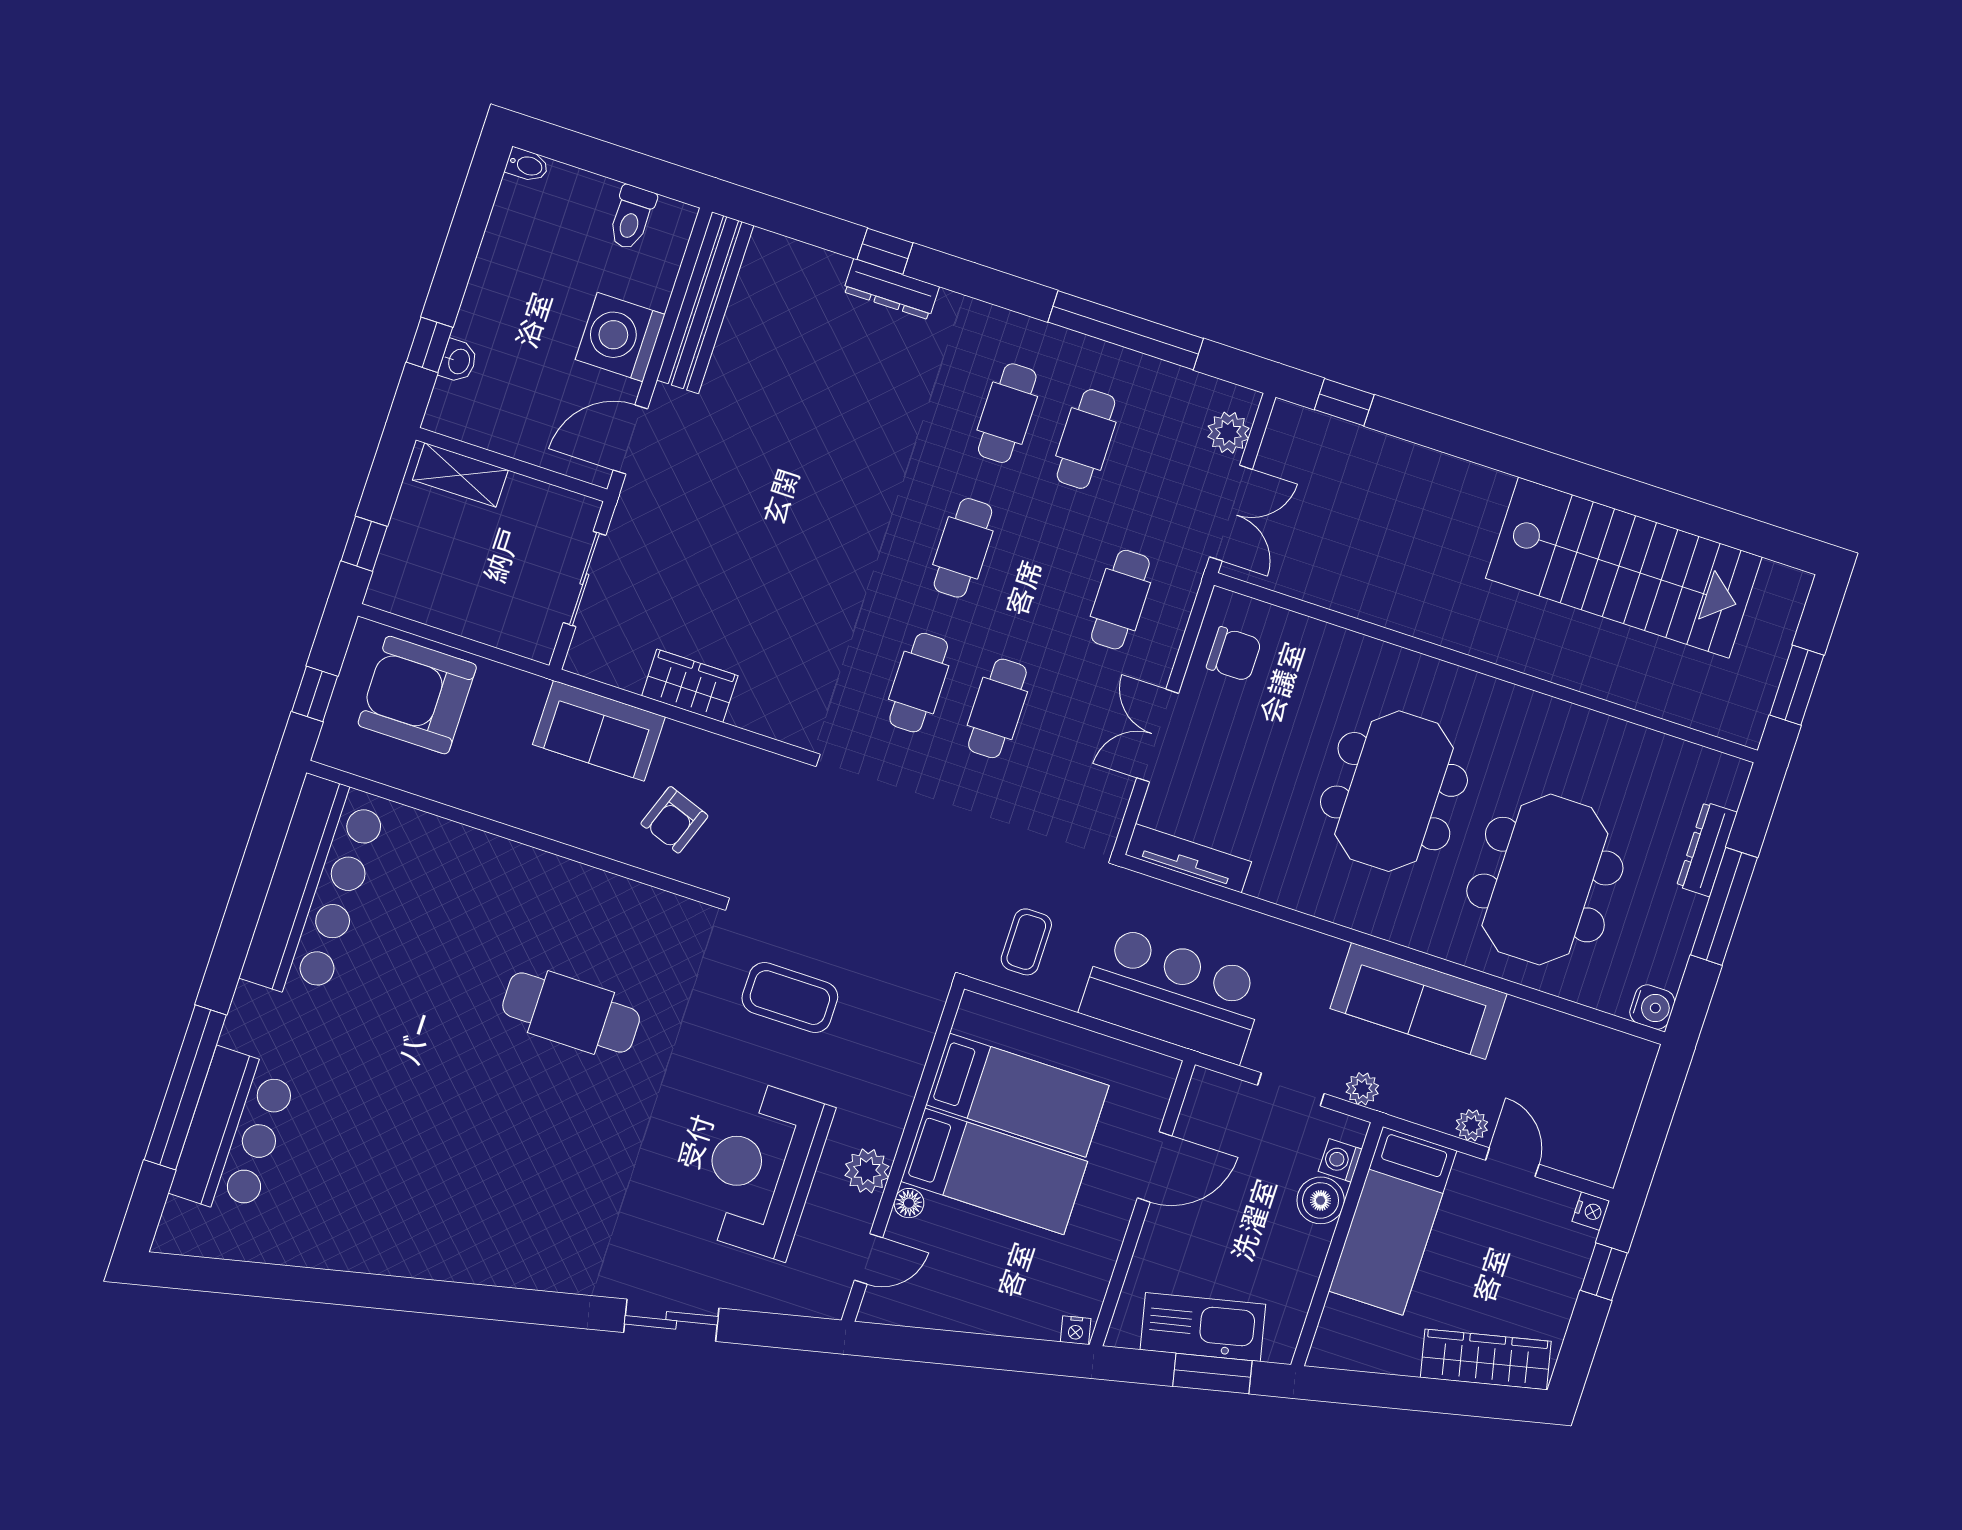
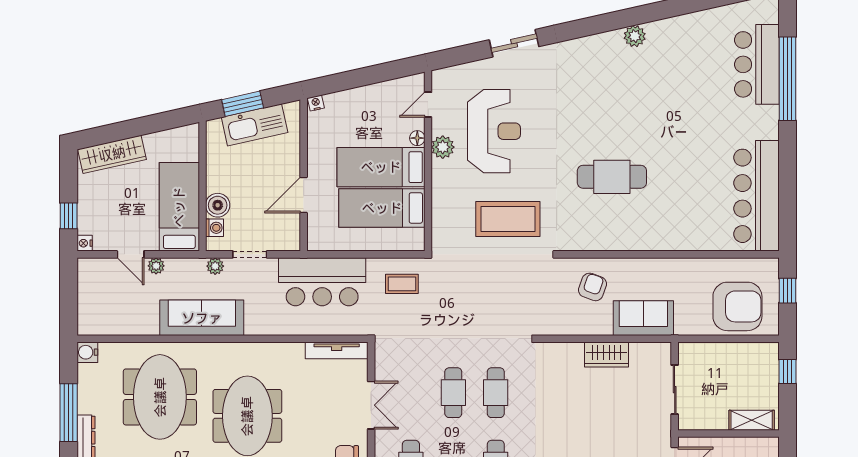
coffee table: (1026, 942) -> (402, 284), turned 90
coffee table: (790, 998) -> (508, 219), width x1.36, depth x1.32
plant: (443, 1260) -> (635, 36), added

